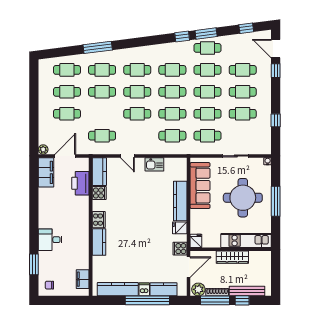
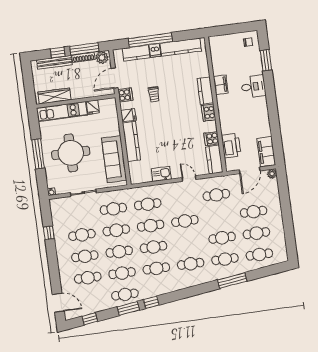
window: (276, 71) -> (55, 281), removed
cafe table: (137, 92) -> (188, 242), removed
fridge: (196, 241) -> (93, 107), moved
trolley: (151, 246) -> (154, 94), added
wardrobe: (232, 257) -> (54, 96), moved
filing cabinet: (83, 279) -> (221, 85), moved

